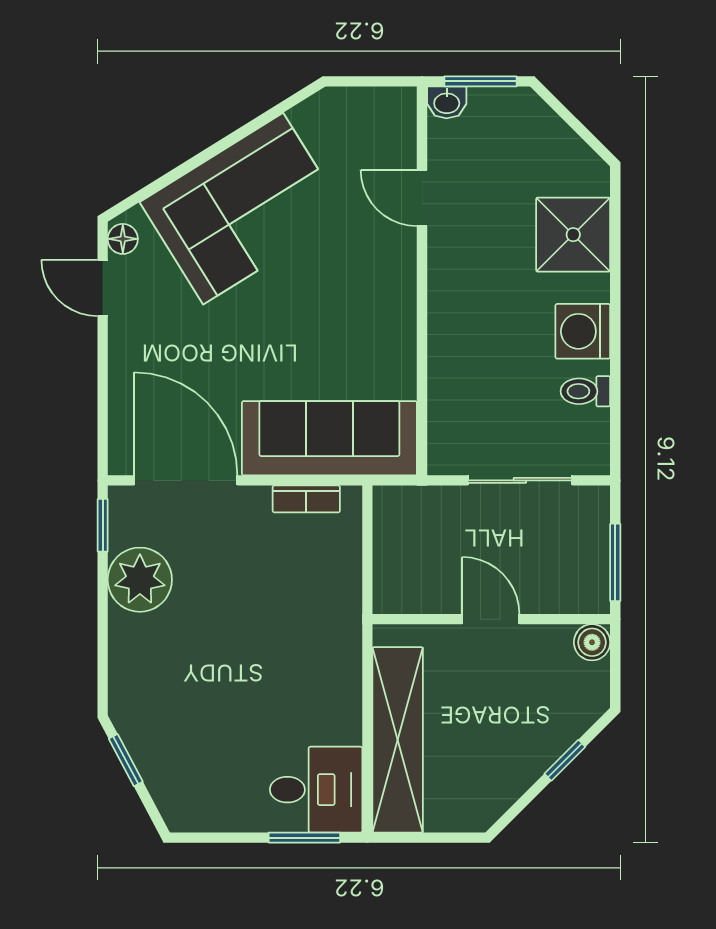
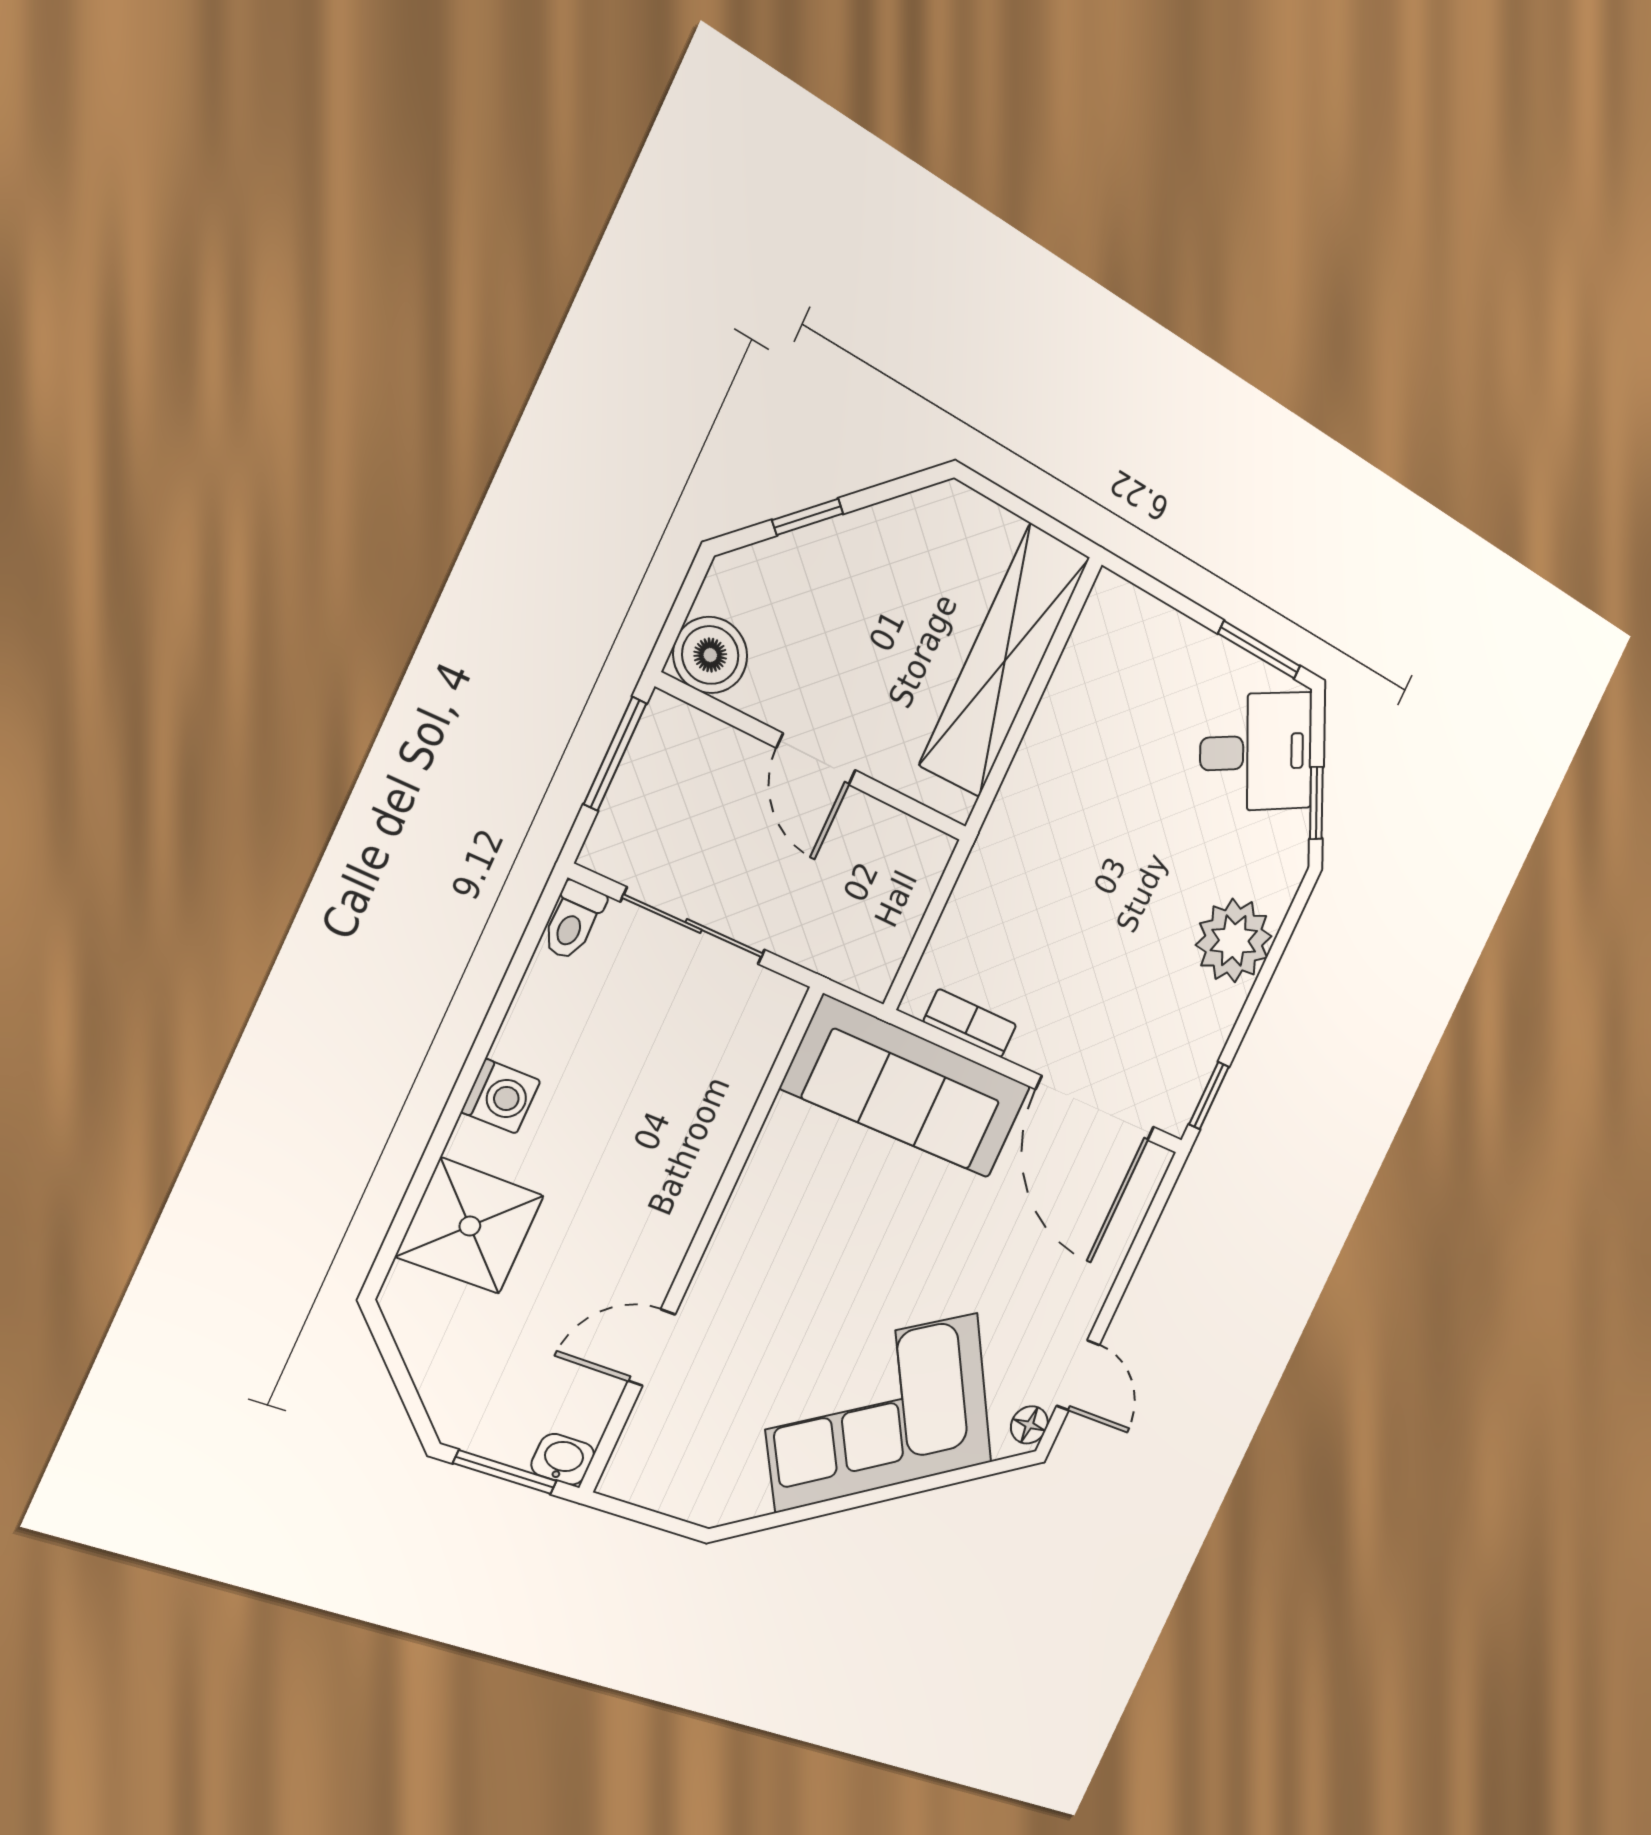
door: (422, 198) -> (652, 1348), swing flipped
washing machine: (583, 331) -> (501, 1096), width x0.73, depth x0.73
toilet: (585, 391) -> (573, 921), moved, turned 90
plant: (140, 580) -> (1234, 941), moved
boiler: (592, 642) -> (710, 655), width x1.36, depth x1.36
desk: (316, 790) -> (1256, 752), moved, turned 152
window: (304, 838) -> (1259, 650), moved

